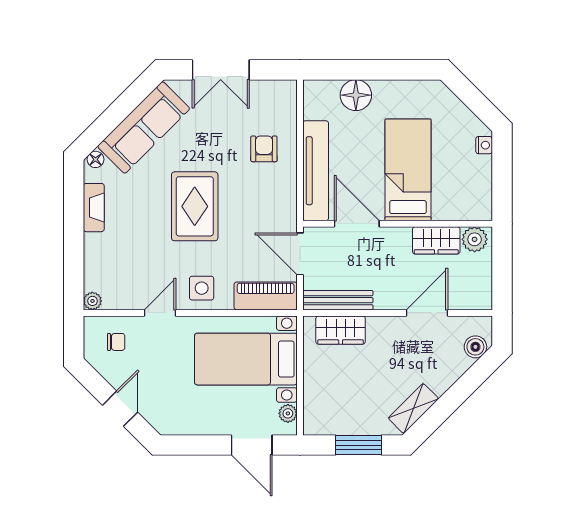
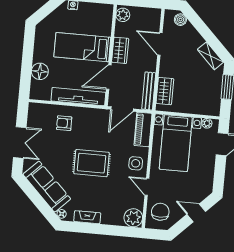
wardrobe: (436, 240) -> (120, 50), moved
plant: (92, 301) -> (133, 218), width x1.87, depth x1.87
chair: (116, 342) -> (160, 212), width x1.87, depth x1.87

